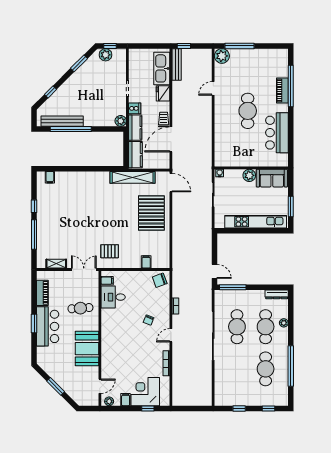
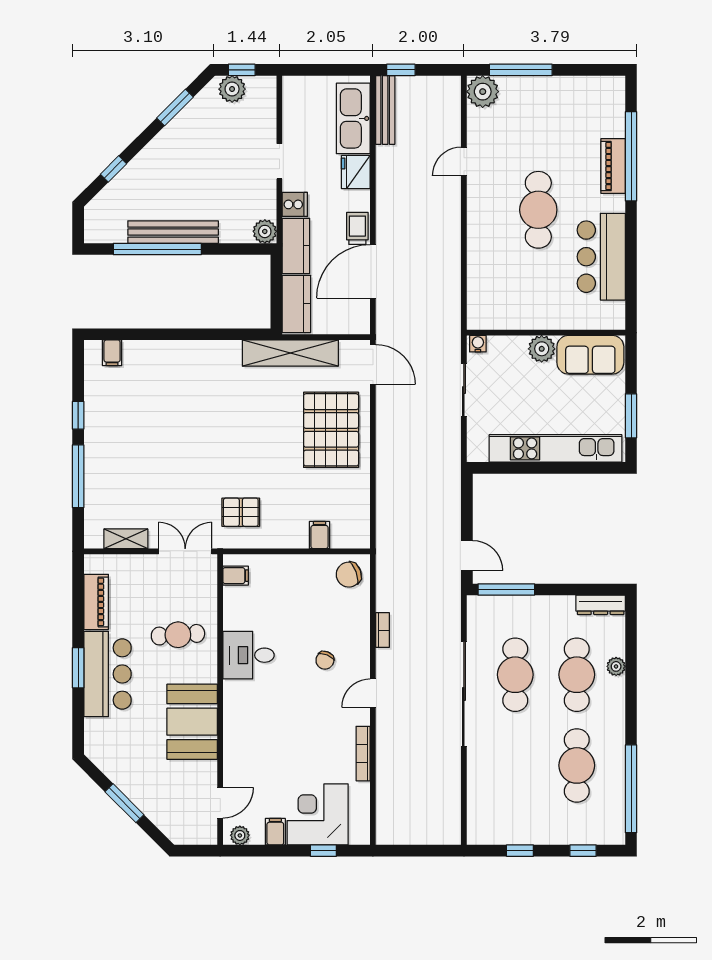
bench: (62, 121) -> (173, 232), moved
desk: (113, 297) -> (249, 655), moved
window: (291, 366) -> (631, 789), moved

